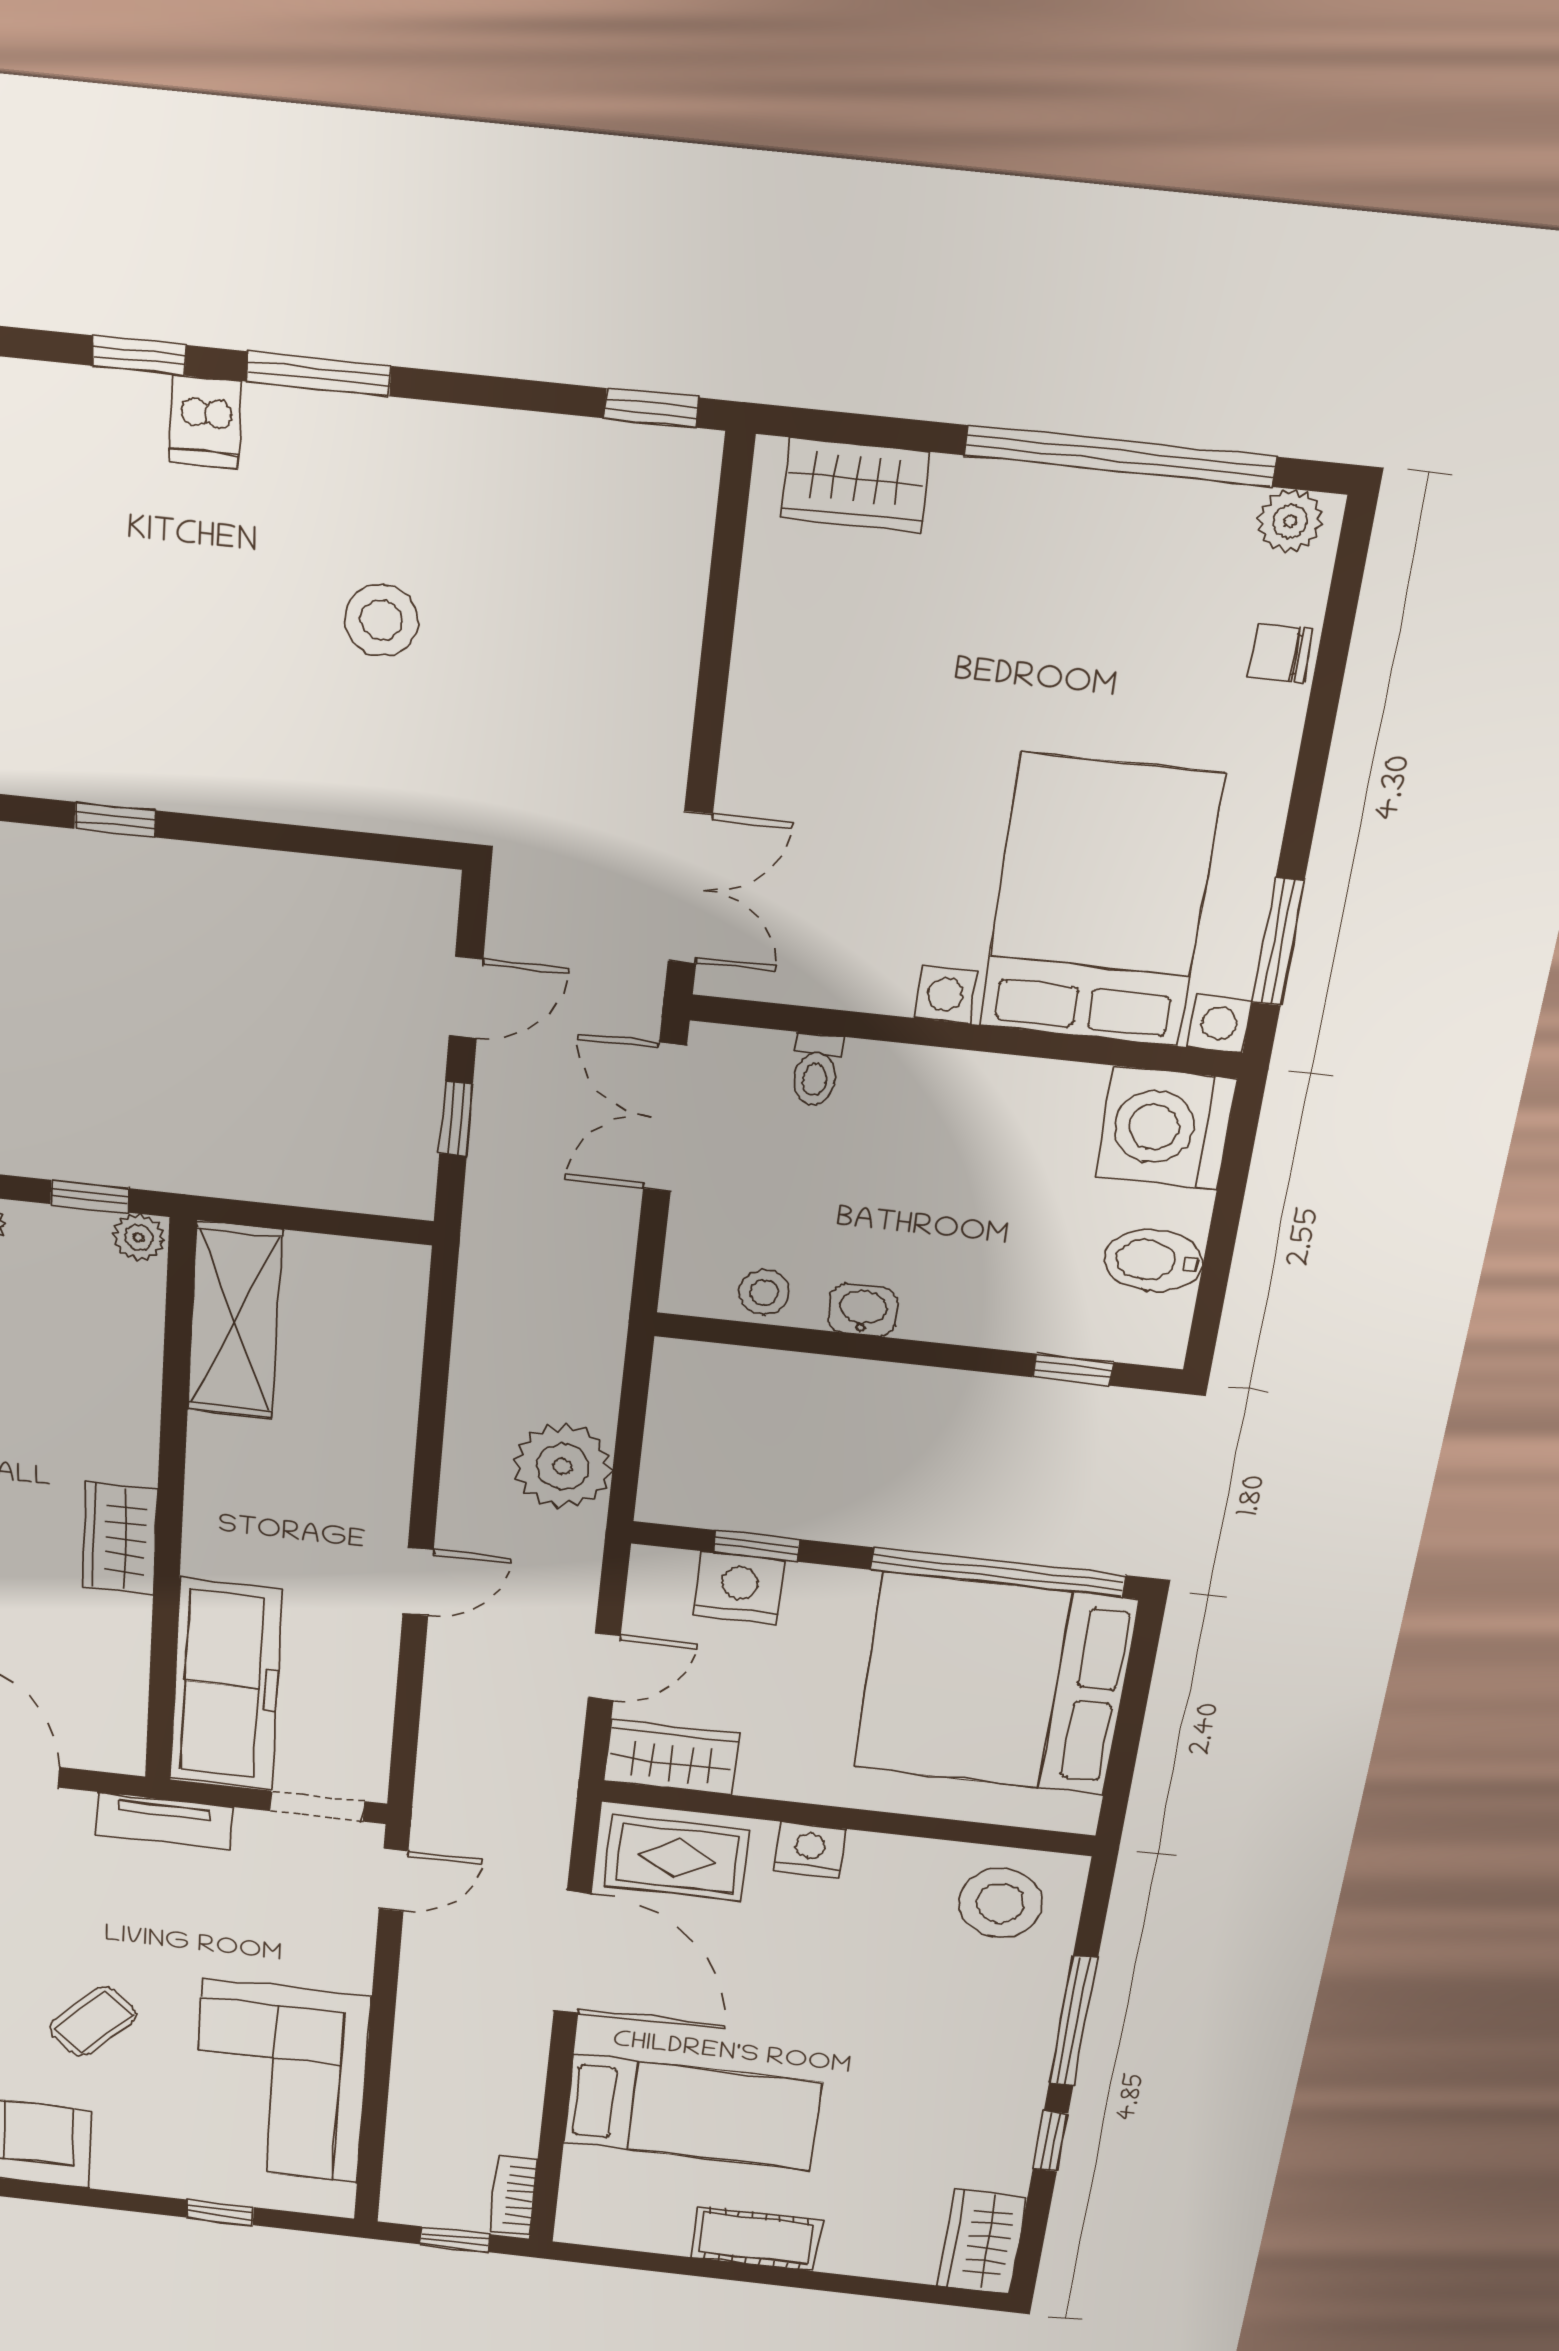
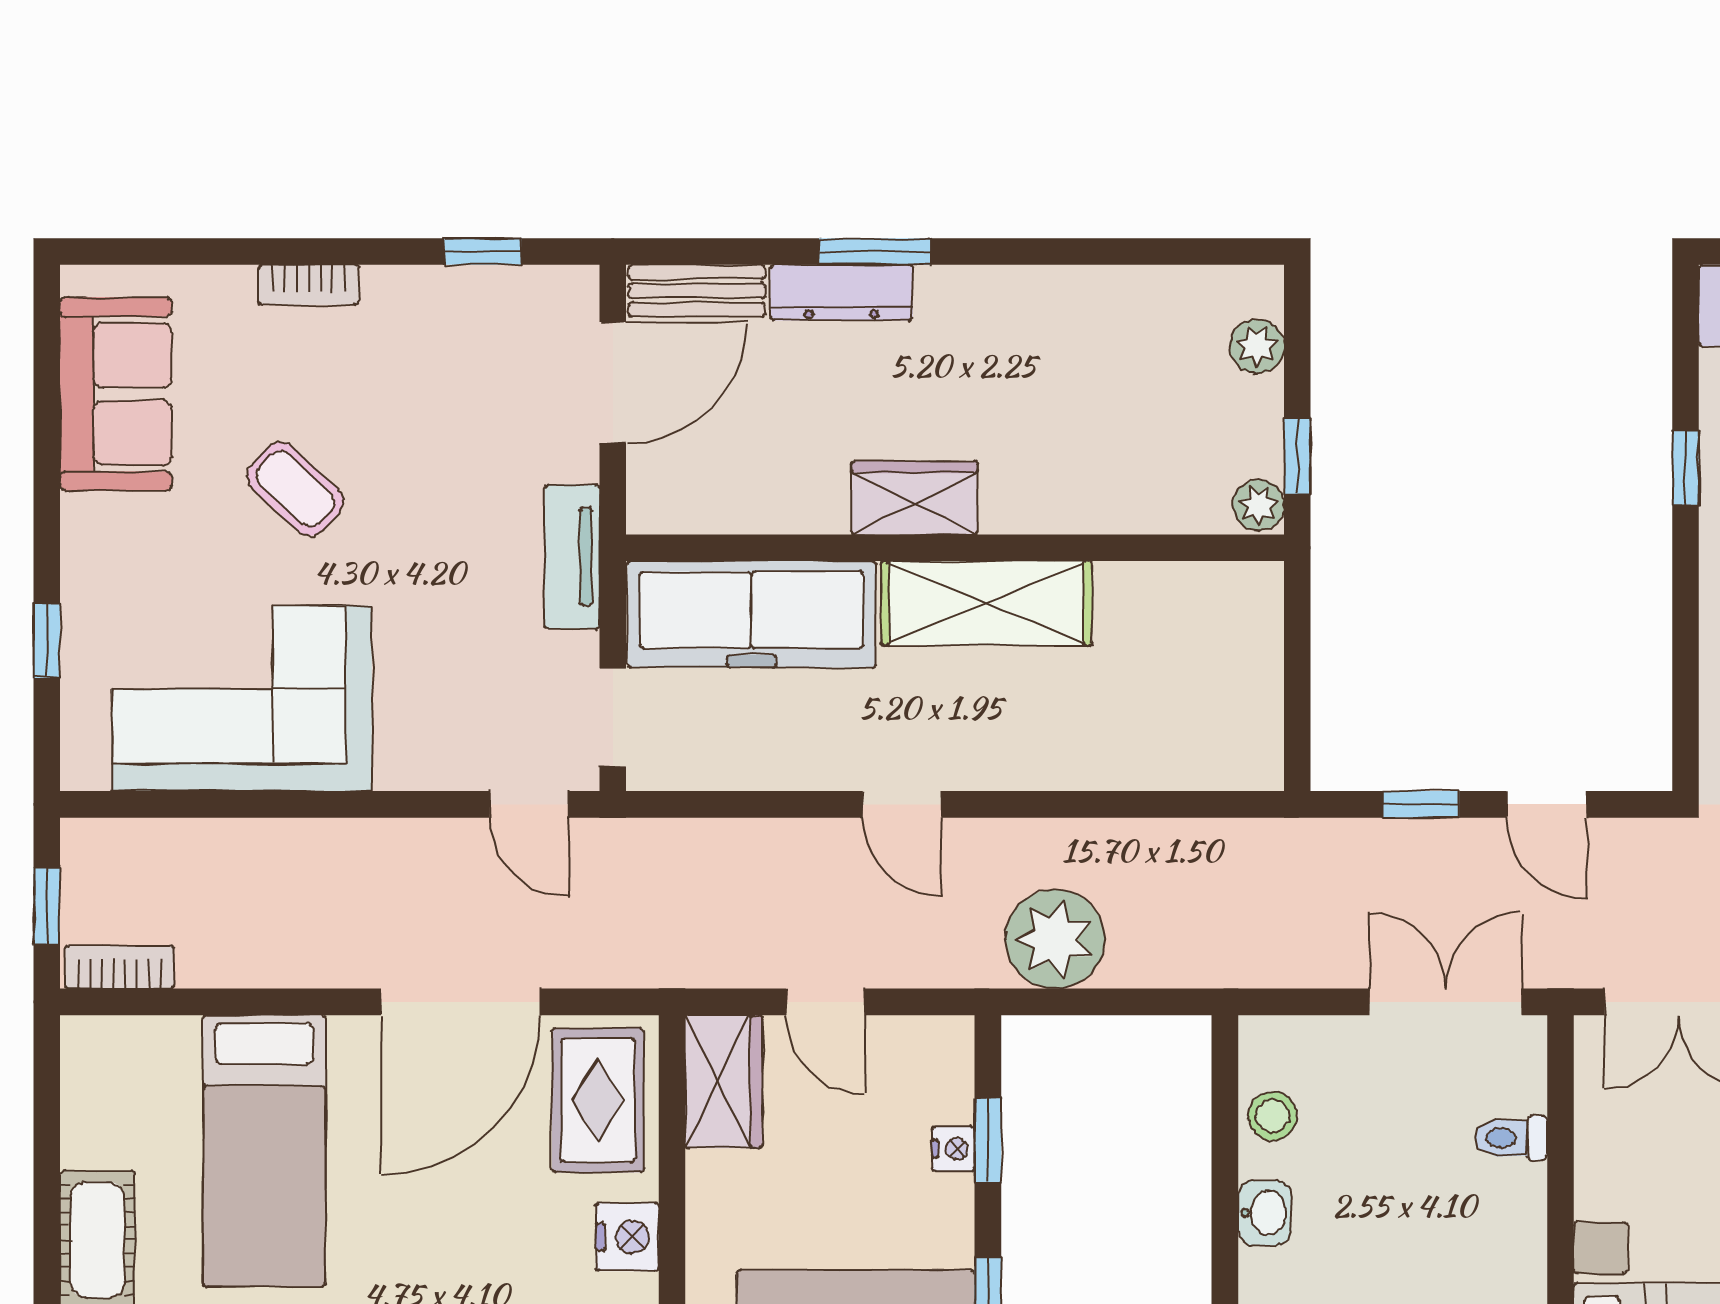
shelving: (234, 1320) -> (986, 603), moved
nightstand: (739, 1588) -> (954, 1149), width x0.53, depth x0.56

